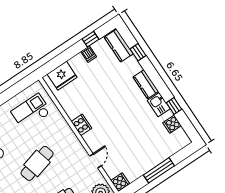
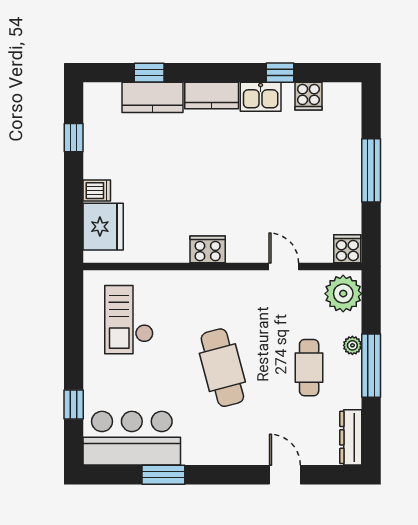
kitchen counter: (119, 46) -> (152, 97), moved
dishwasher: (89, 54) -> (97, 191), moved

